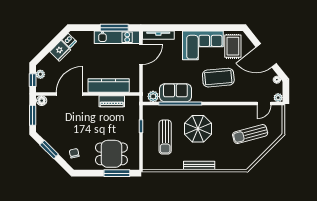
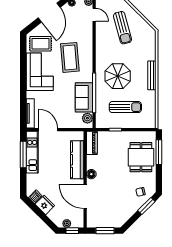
floor lamp: (42, 101) -> (91, 174), moved
piano: (112, 101) -> (92, 143), moved
window: (49, 150) -> (146, 206), moved

